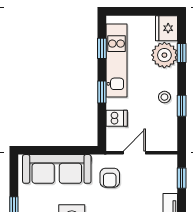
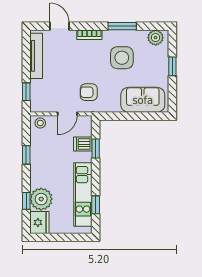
window: (102, 92) -> (96, 148), moved
stool: (164, 97) -> (40, 123), moved
sofa: (57, 169) -> (143, 100), width x0.73
armchair: (110, 178) -> (89, 92), turned -90

